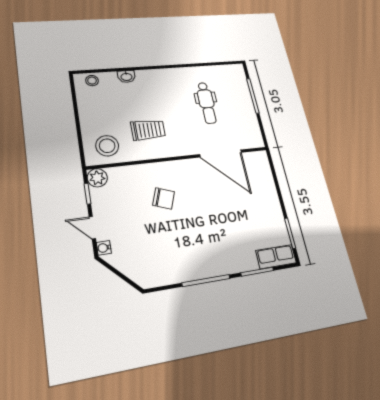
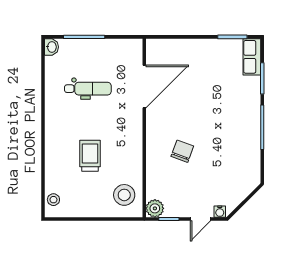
washbasin: (126, 77) -> (51, 47), moved
trolley: (148, 130) -> (90, 156), moved

